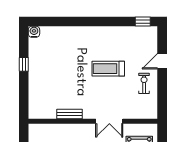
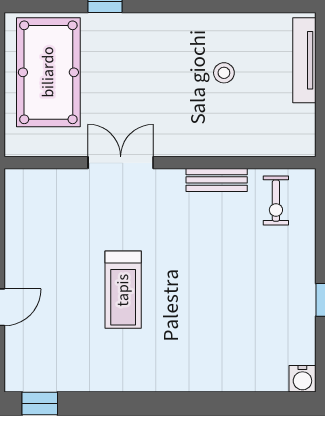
treadmill: (108, 69) -> (123, 290), turned 90
exercise bike: (144, 83) -> (276, 201), moved

